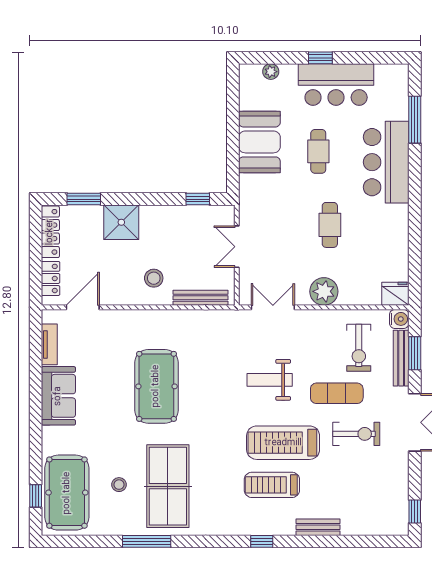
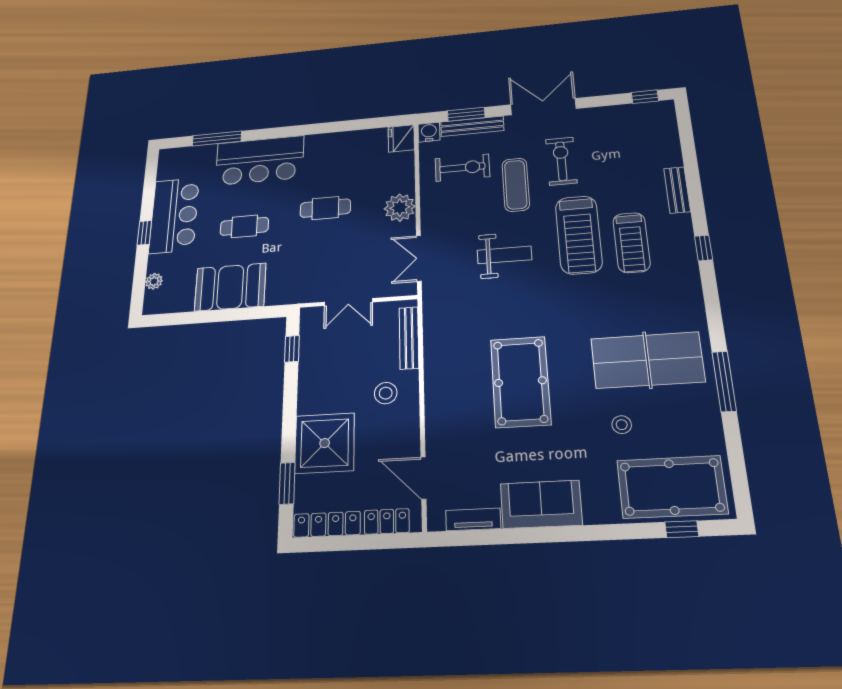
shower: (121, 222) -> (325, 443), width x1.37, depth x1.37
weight bench: (270, 380) -> (504, 255), turned -90
pool table: (156, 386) -> (520, 382), turned 90
stool: (119, 485) -> (622, 425), moved

